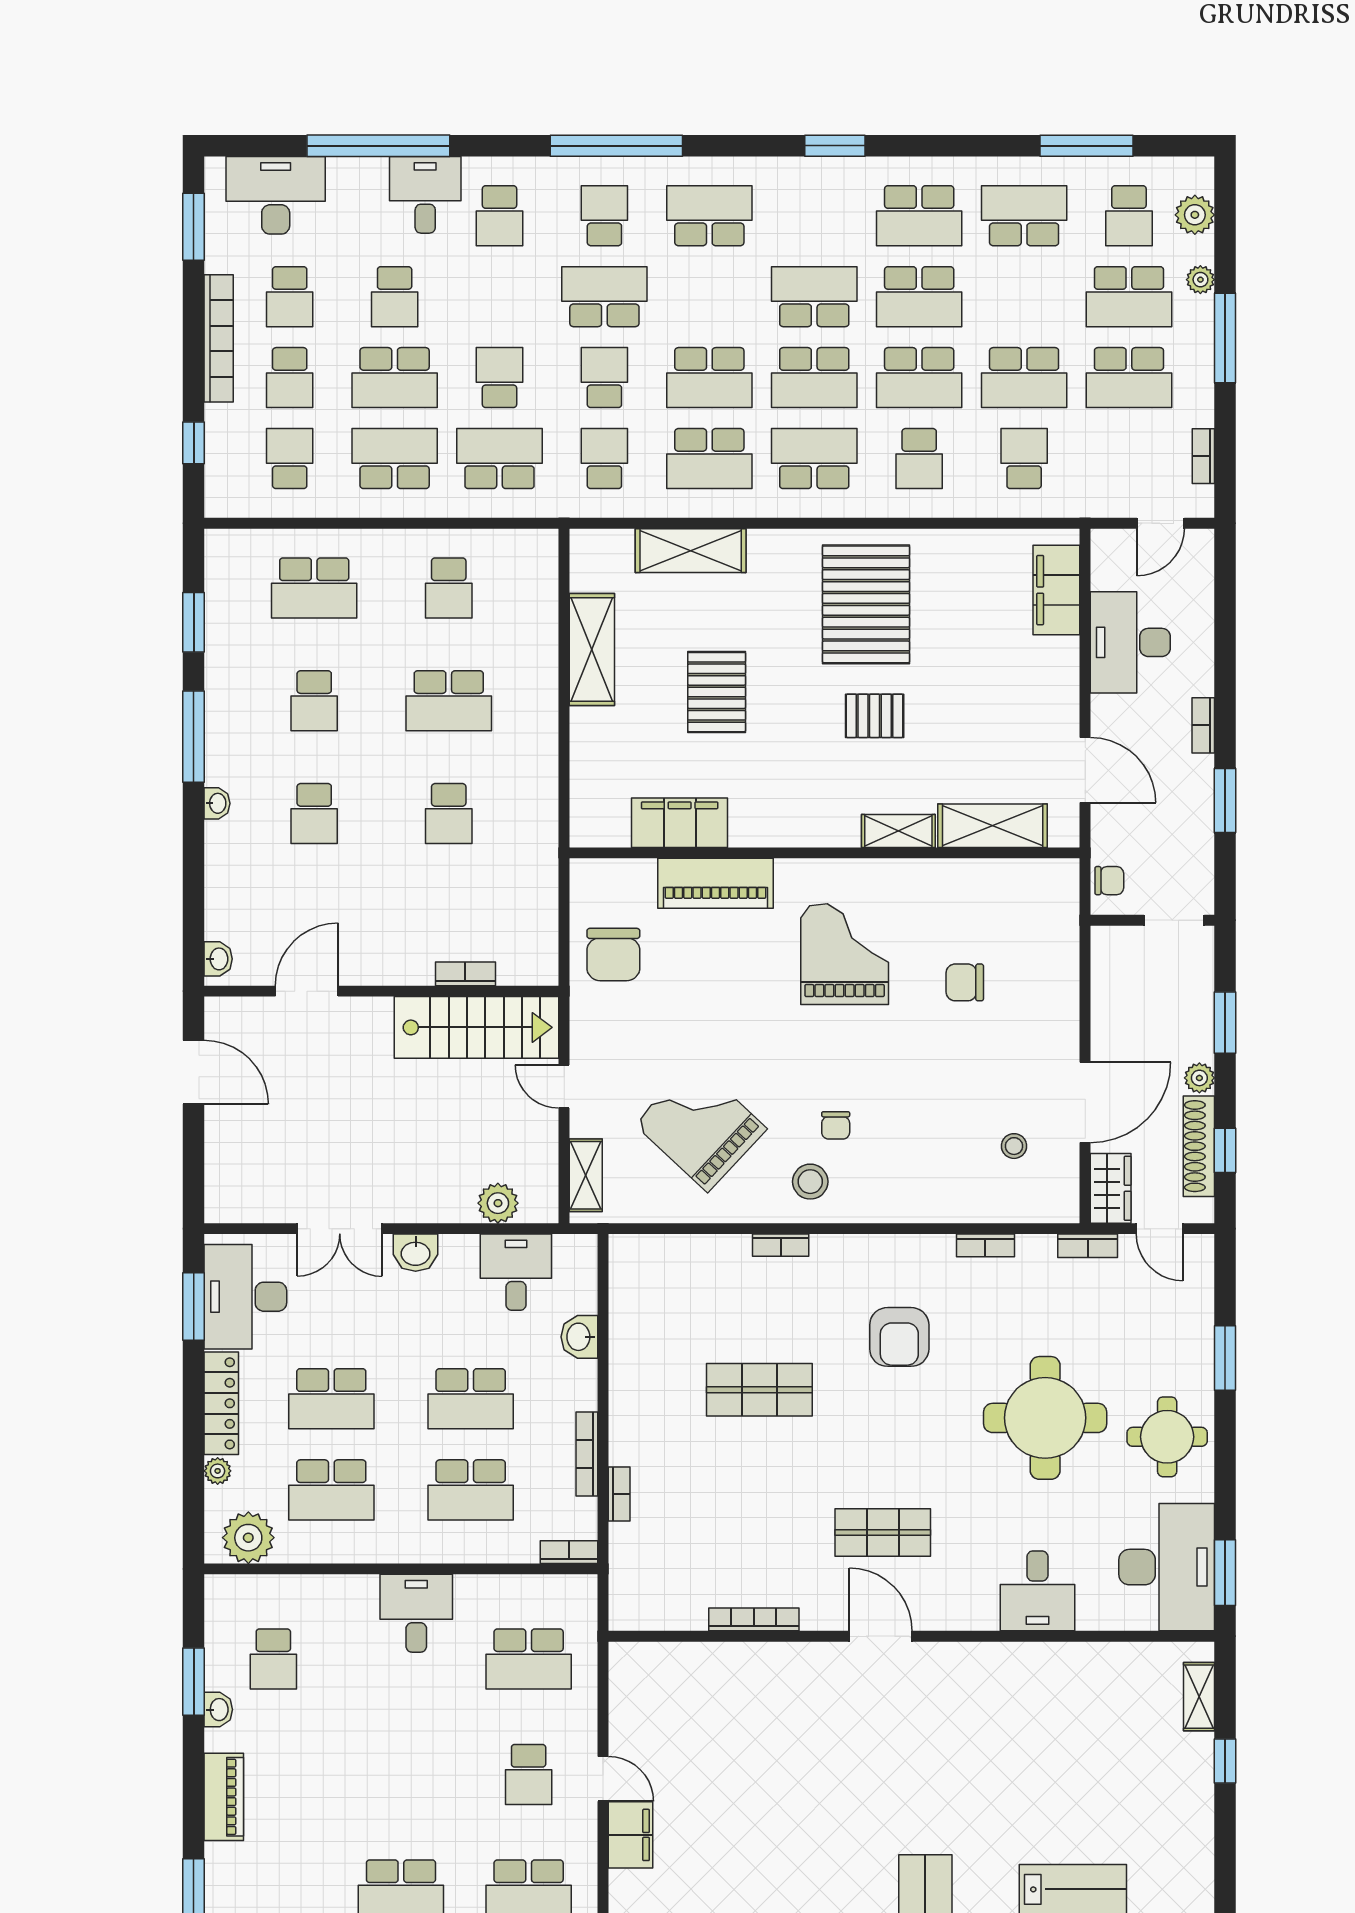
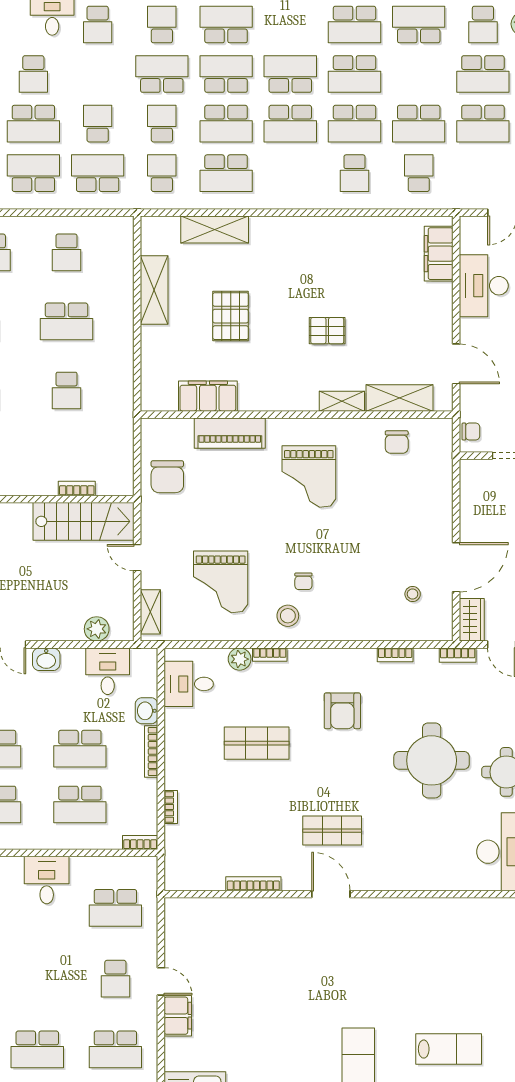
school desk: (814, 459) -> (226, 74), moved
pallet: (866, 604) -> (322, 262), removed
grand piano: (845, 954) -> (309, 476), turned 180
chair: (965, 982) -> (397, 442), moved, turned -90
grand piano: (700, 1126) -> (221, 582), turned -133
plant: (731, 1252) -> (240, 659), added
bookcase: (587, 1454) -> (151, 751), moved
desk: (1037, 1591) -> (189, 684), moved, turned 90

